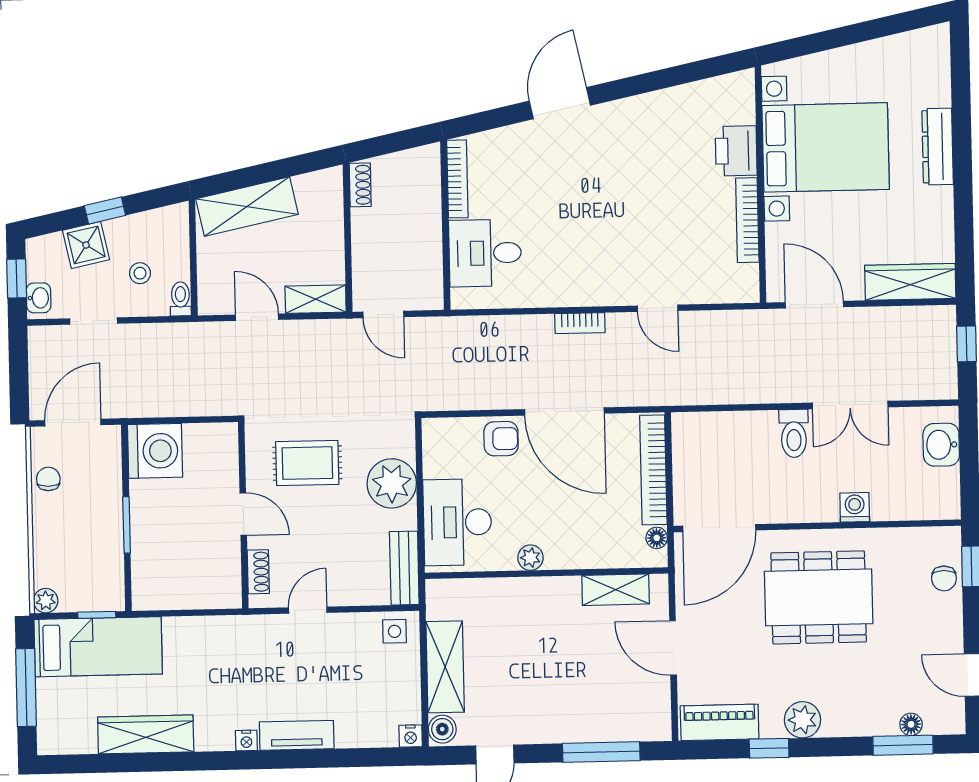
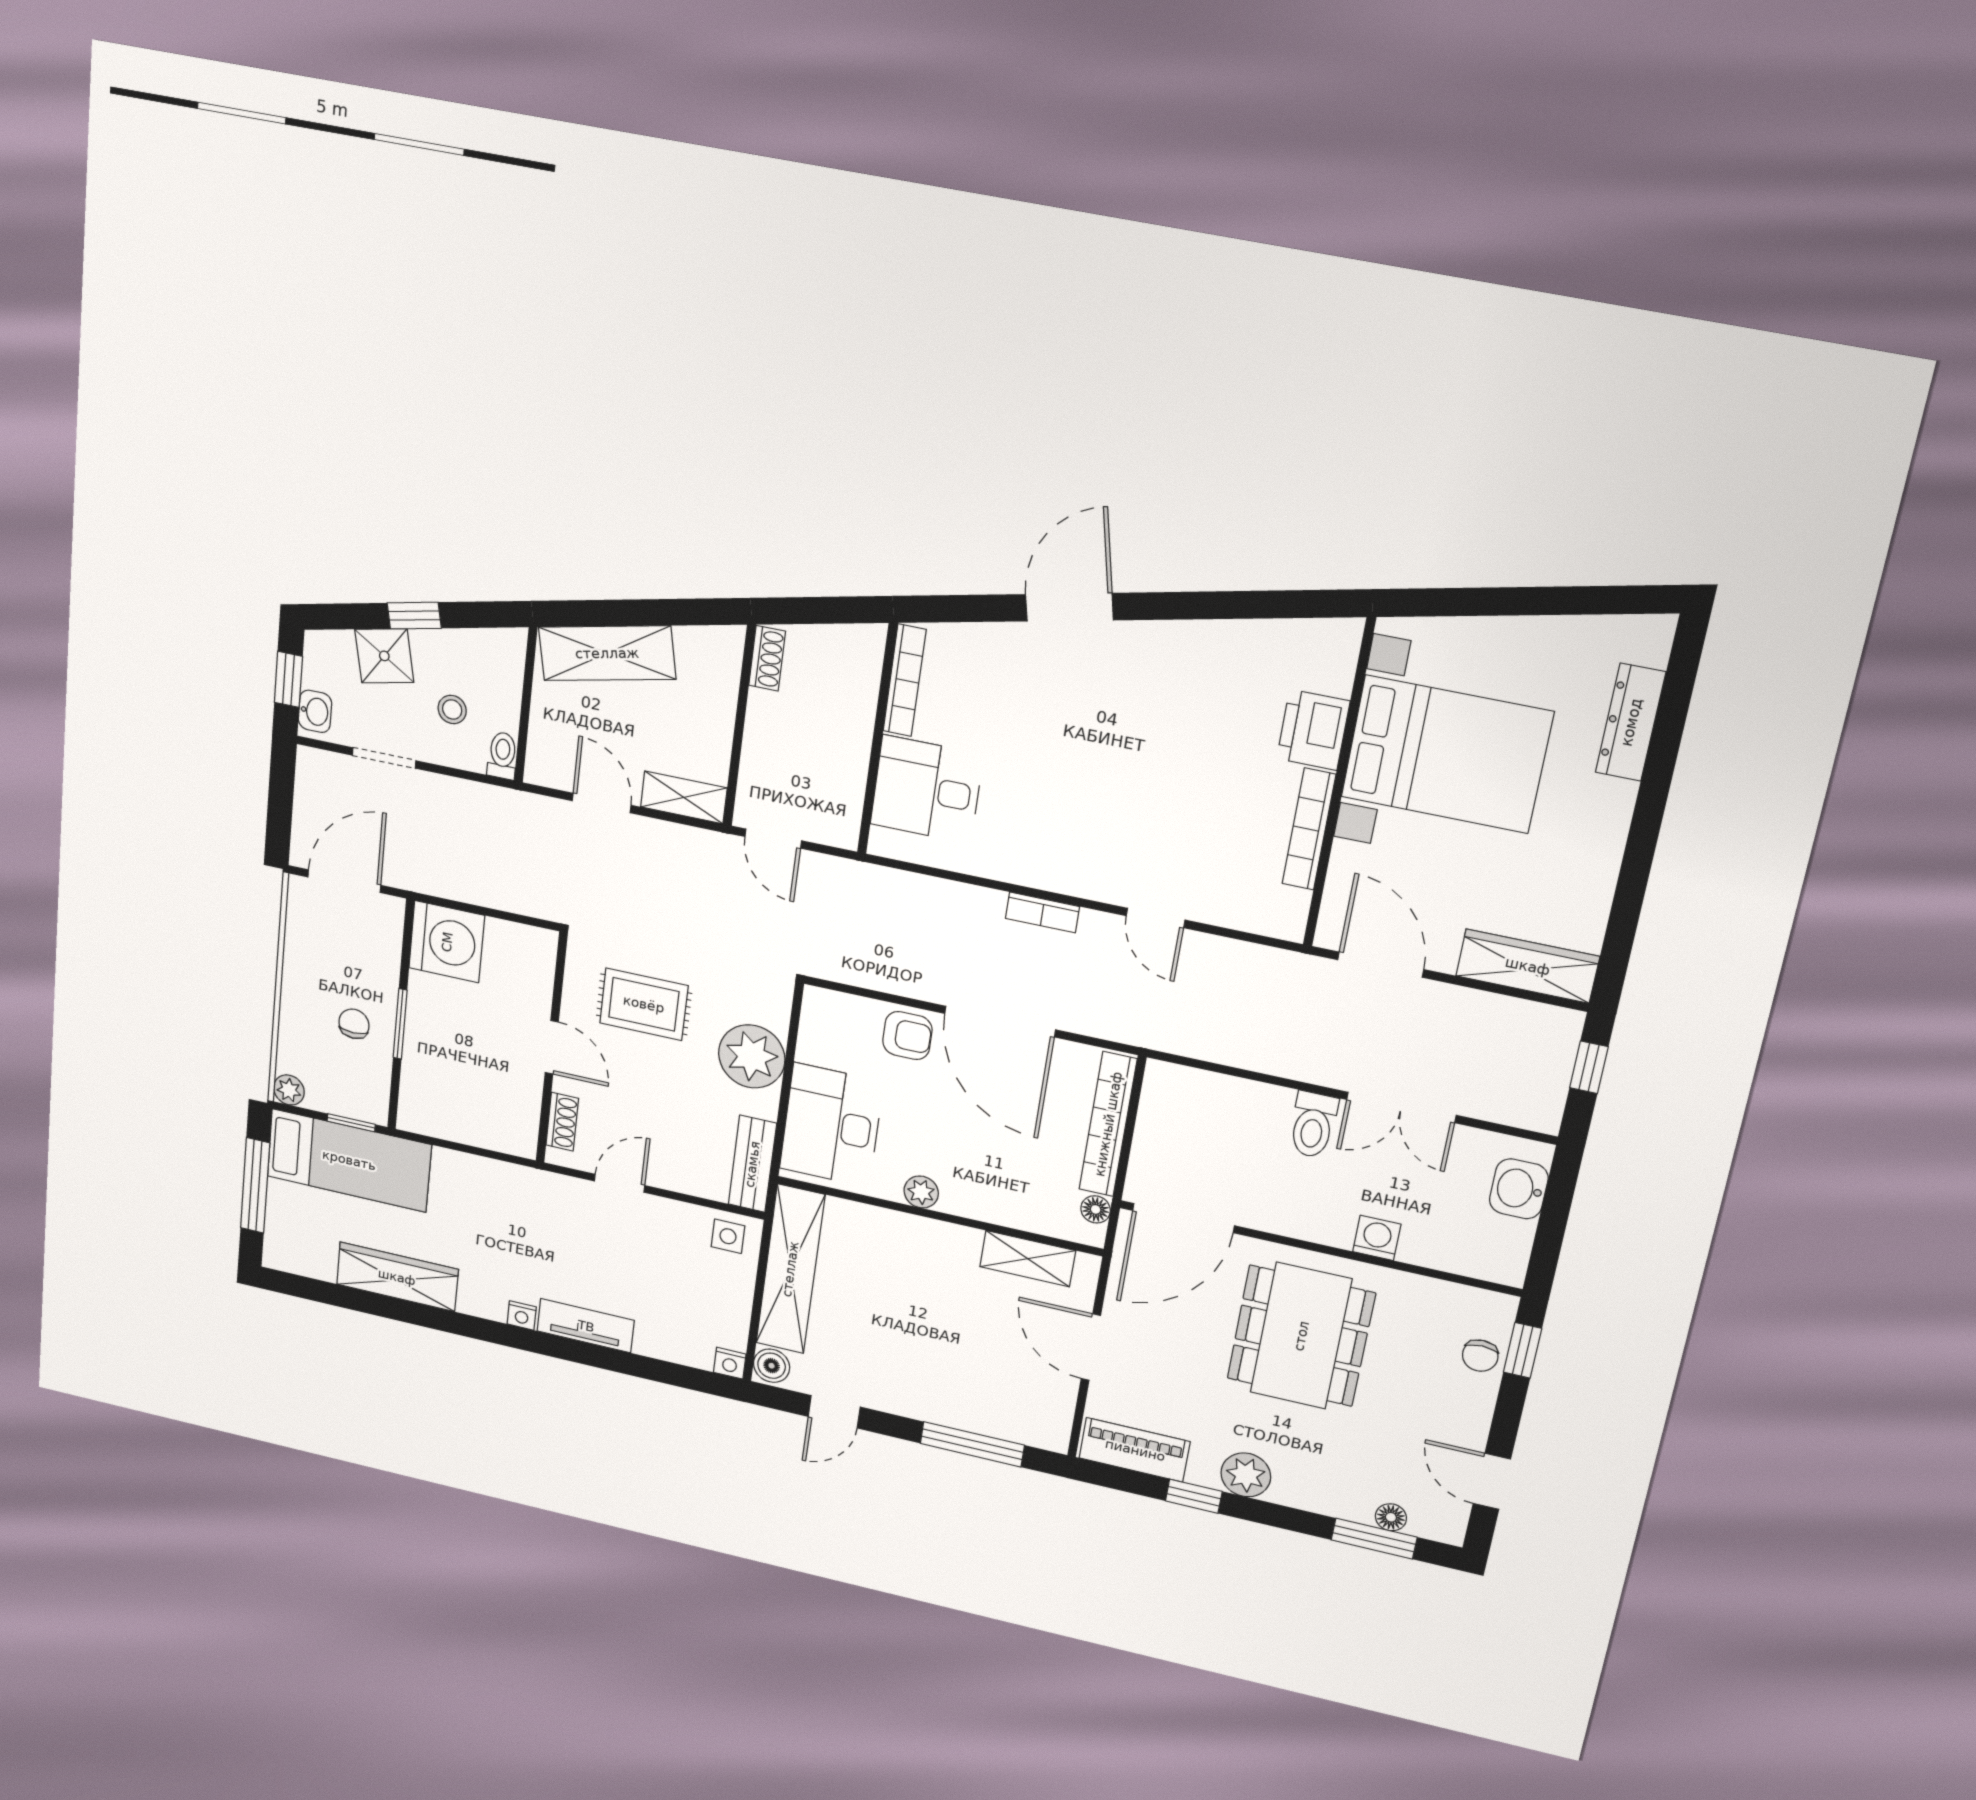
dresser: (938, 147) -> (1631, 722), moved
chair: (48, 479) -> (354, 1024), moved
dining table: (819, 597) -> (1301, 1336), turned 90
shelving: (445, 667) -> (790, 1269), width x1.47

